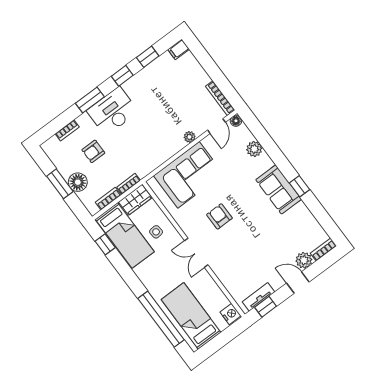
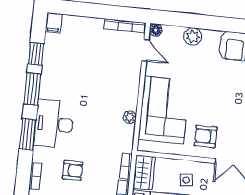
window: (122, 76) -> (32, 89), width x1.50
plant: (190, 137) -> (130, 117), moved
armchair: (93, 151) -> (72, 170), turned -90
armchair: (219, 216) -> (206, 136), moved

